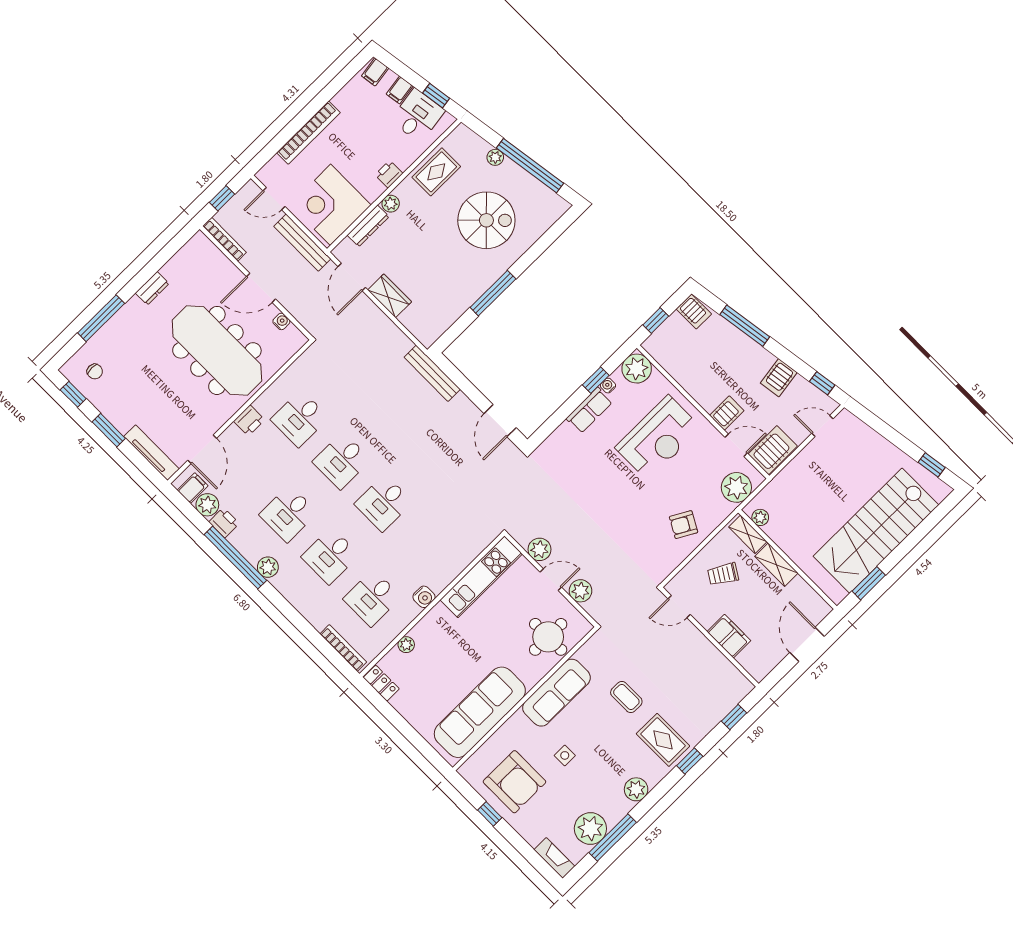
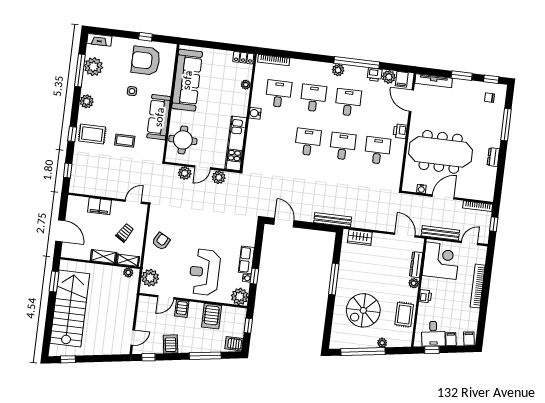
wardrobe: (390, 296) -> (360, 238), moved
server rack: (773, 450) -> (212, 316), moved

